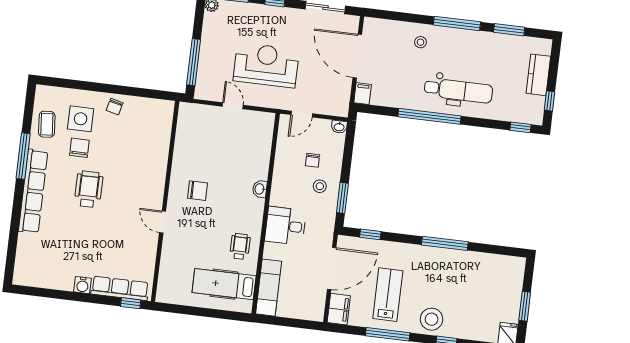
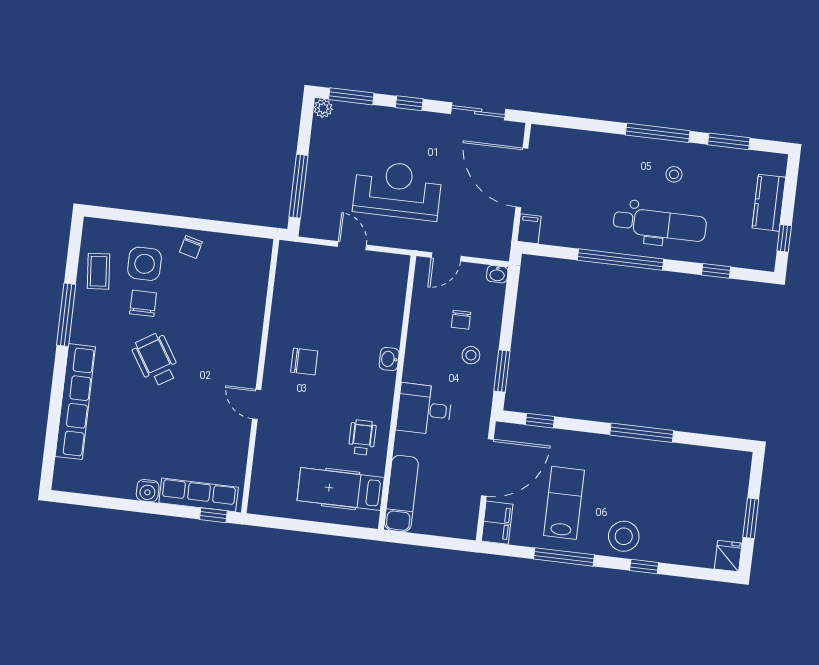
stool: (420, 42) -> (674, 174), moved
window: (521, 127) -> (716, 271), moved
wheelchair: (89, 189) -> (156, 360), turned -32
row of seats: (33, 191) -> (75, 402), moved

